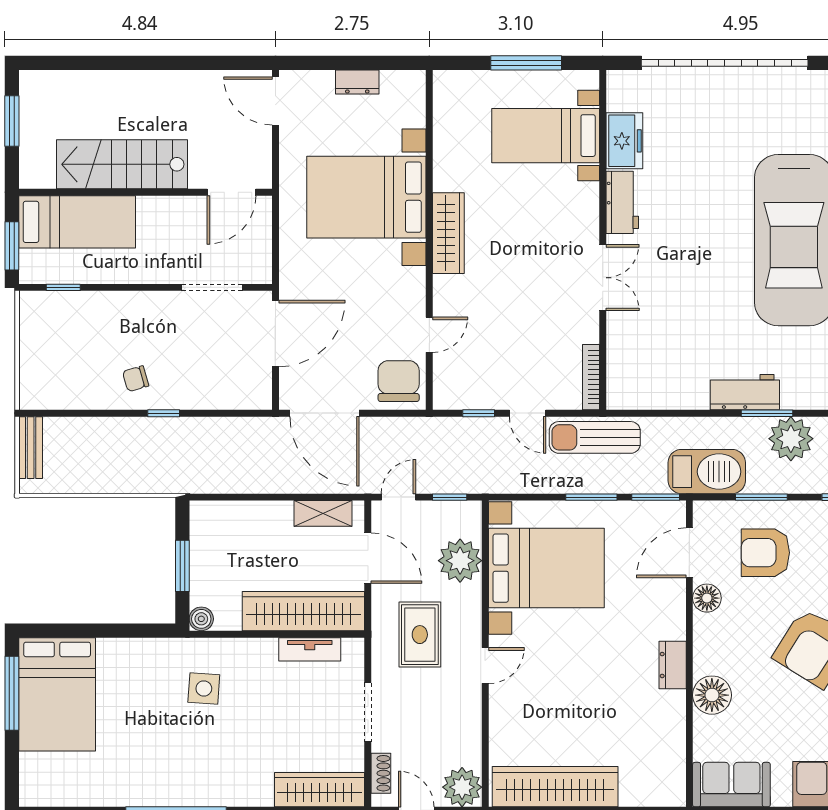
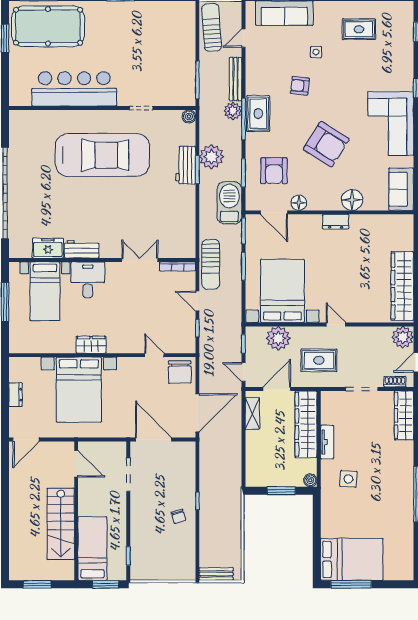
desk: (566, 214) -> (88, 280), added
wardrobe: (448, 233) -> (91, 345), width x0.67
double door: (603, 278) -> (140, 260), moved
chair: (399, 381) -> (180, 372), turned -91
workbench: (745, 392) -> (186, 165), moved
door: (528, 413) -> (197, 301), swing flipped
tv unit: (310, 649) -> (327, 442), moved

